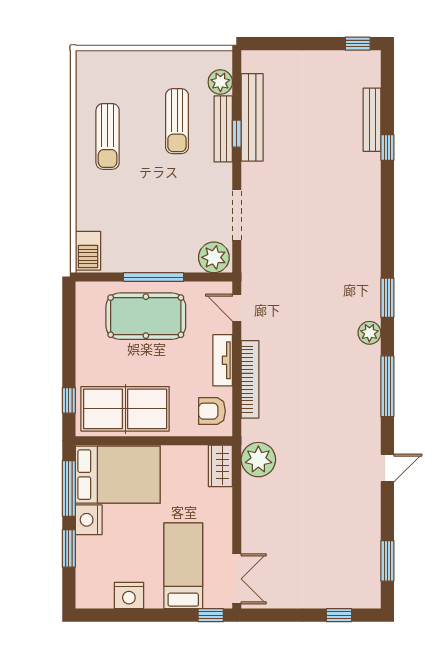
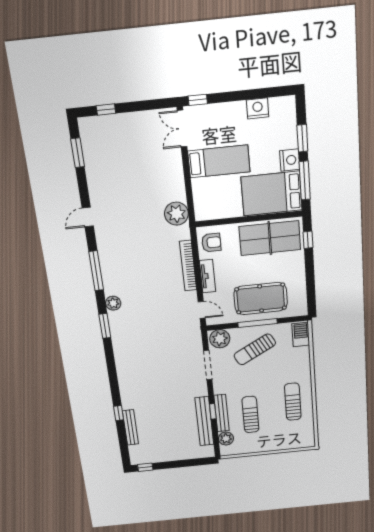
sun lounger: (161, 233) -> (255, 349), added
wardrobe: (220, 466) -> (202, 207), removed
bed: (183, 566) -> (219, 161), moved, turned -90

